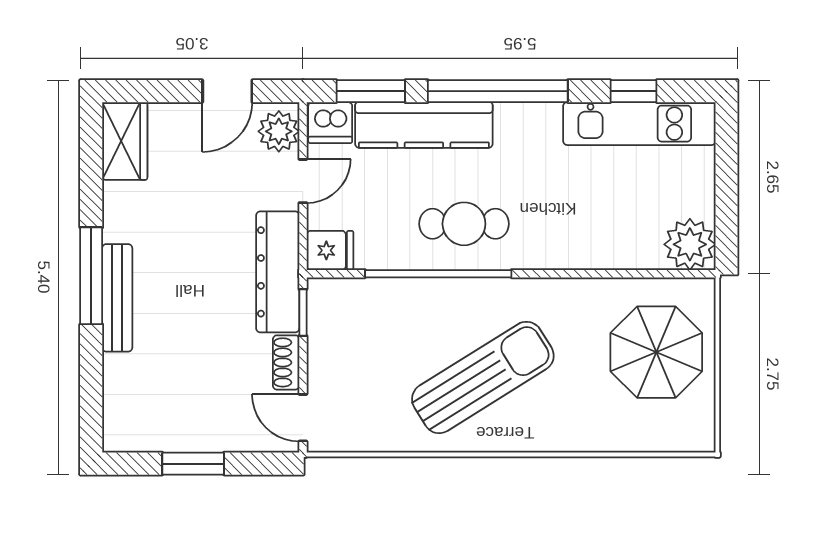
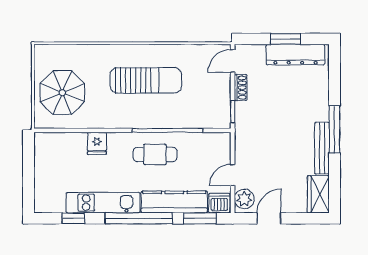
kitchen unit: (639, 124) -> (103, 203), moved
plant: (690, 244) -> (46, 145), removed
fridge: (330, 250) -> (97, 143), moved, turned -90
dresser: (278, 272) -> (295, 55), moved, turned 90
bench: (117, 298) -> (322, 148), moved
sun lounger: (483, 377) -> (146, 80), turned -148
door: (303, 418) -> (233, 61), swing flipped

